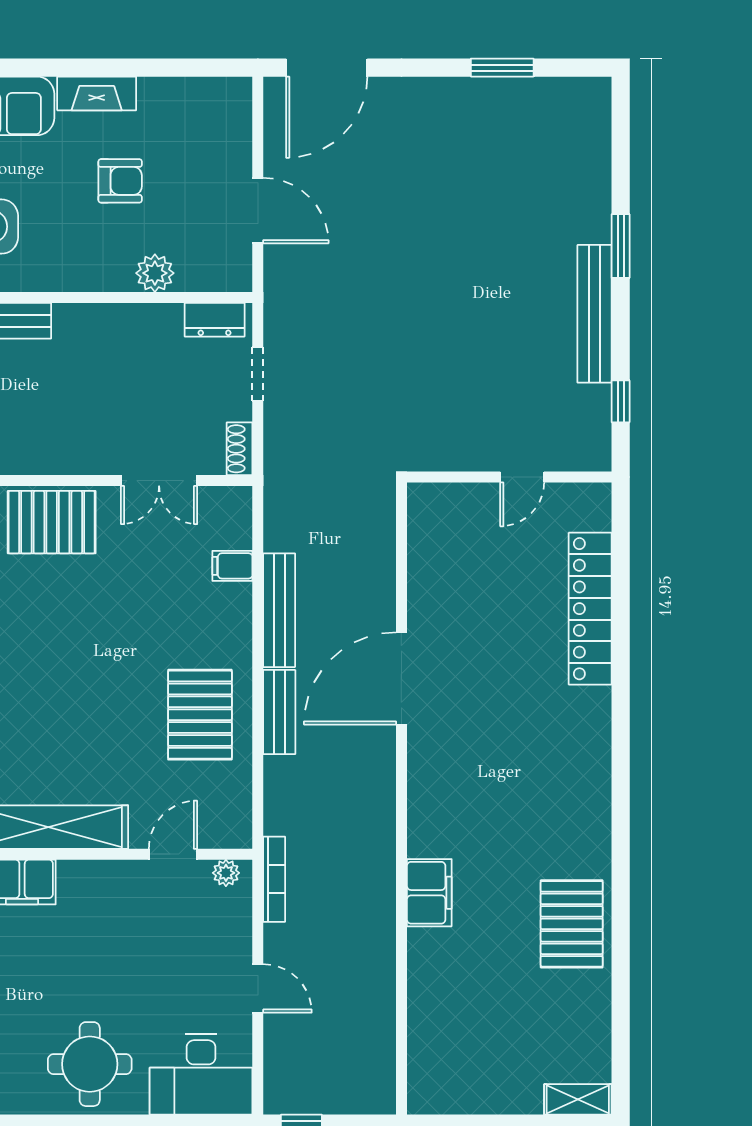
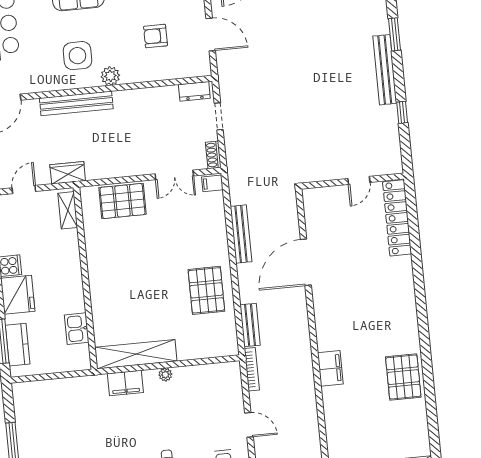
armchair: (120, 181) -> (155, 36), moved, turned 180
plant: (155, 273) -> (110, 76), moved
wall: (509, 477) -> (352, 181), moved
door: (522, 477) -> (359, 180), moved
filing cabinet: (232, 566) -> (212, 183), moved
bench: (279, 712) -> (250, 325), moved
door: (173, 854) -> (200, 362), removed
plant: (226, 873) -> (165, 375), moved

